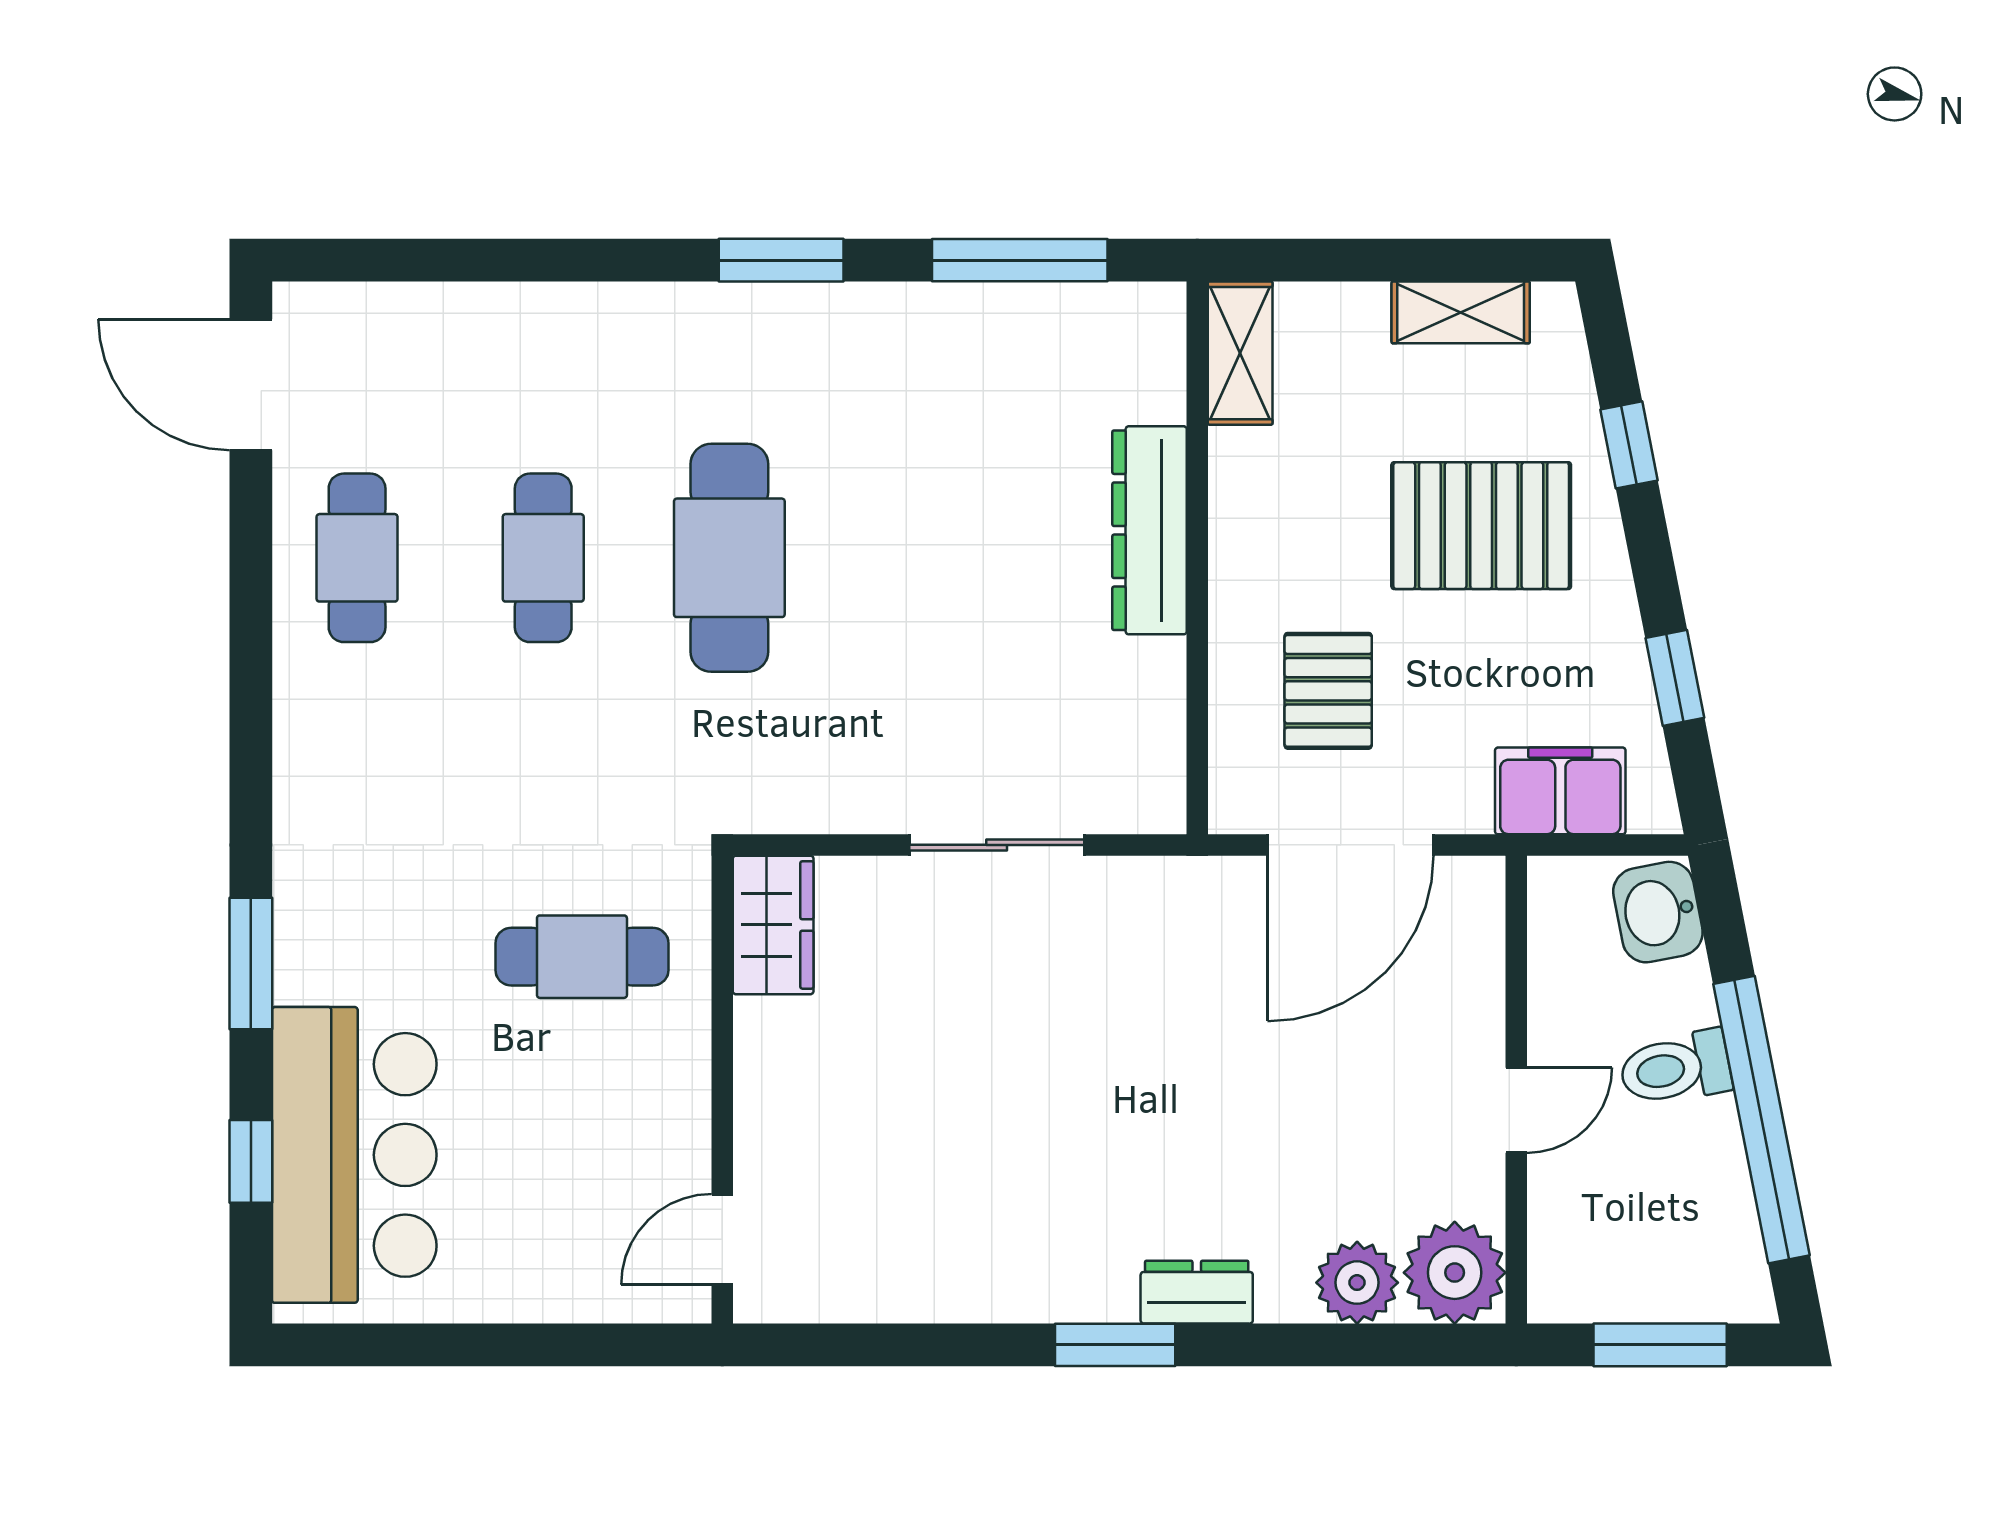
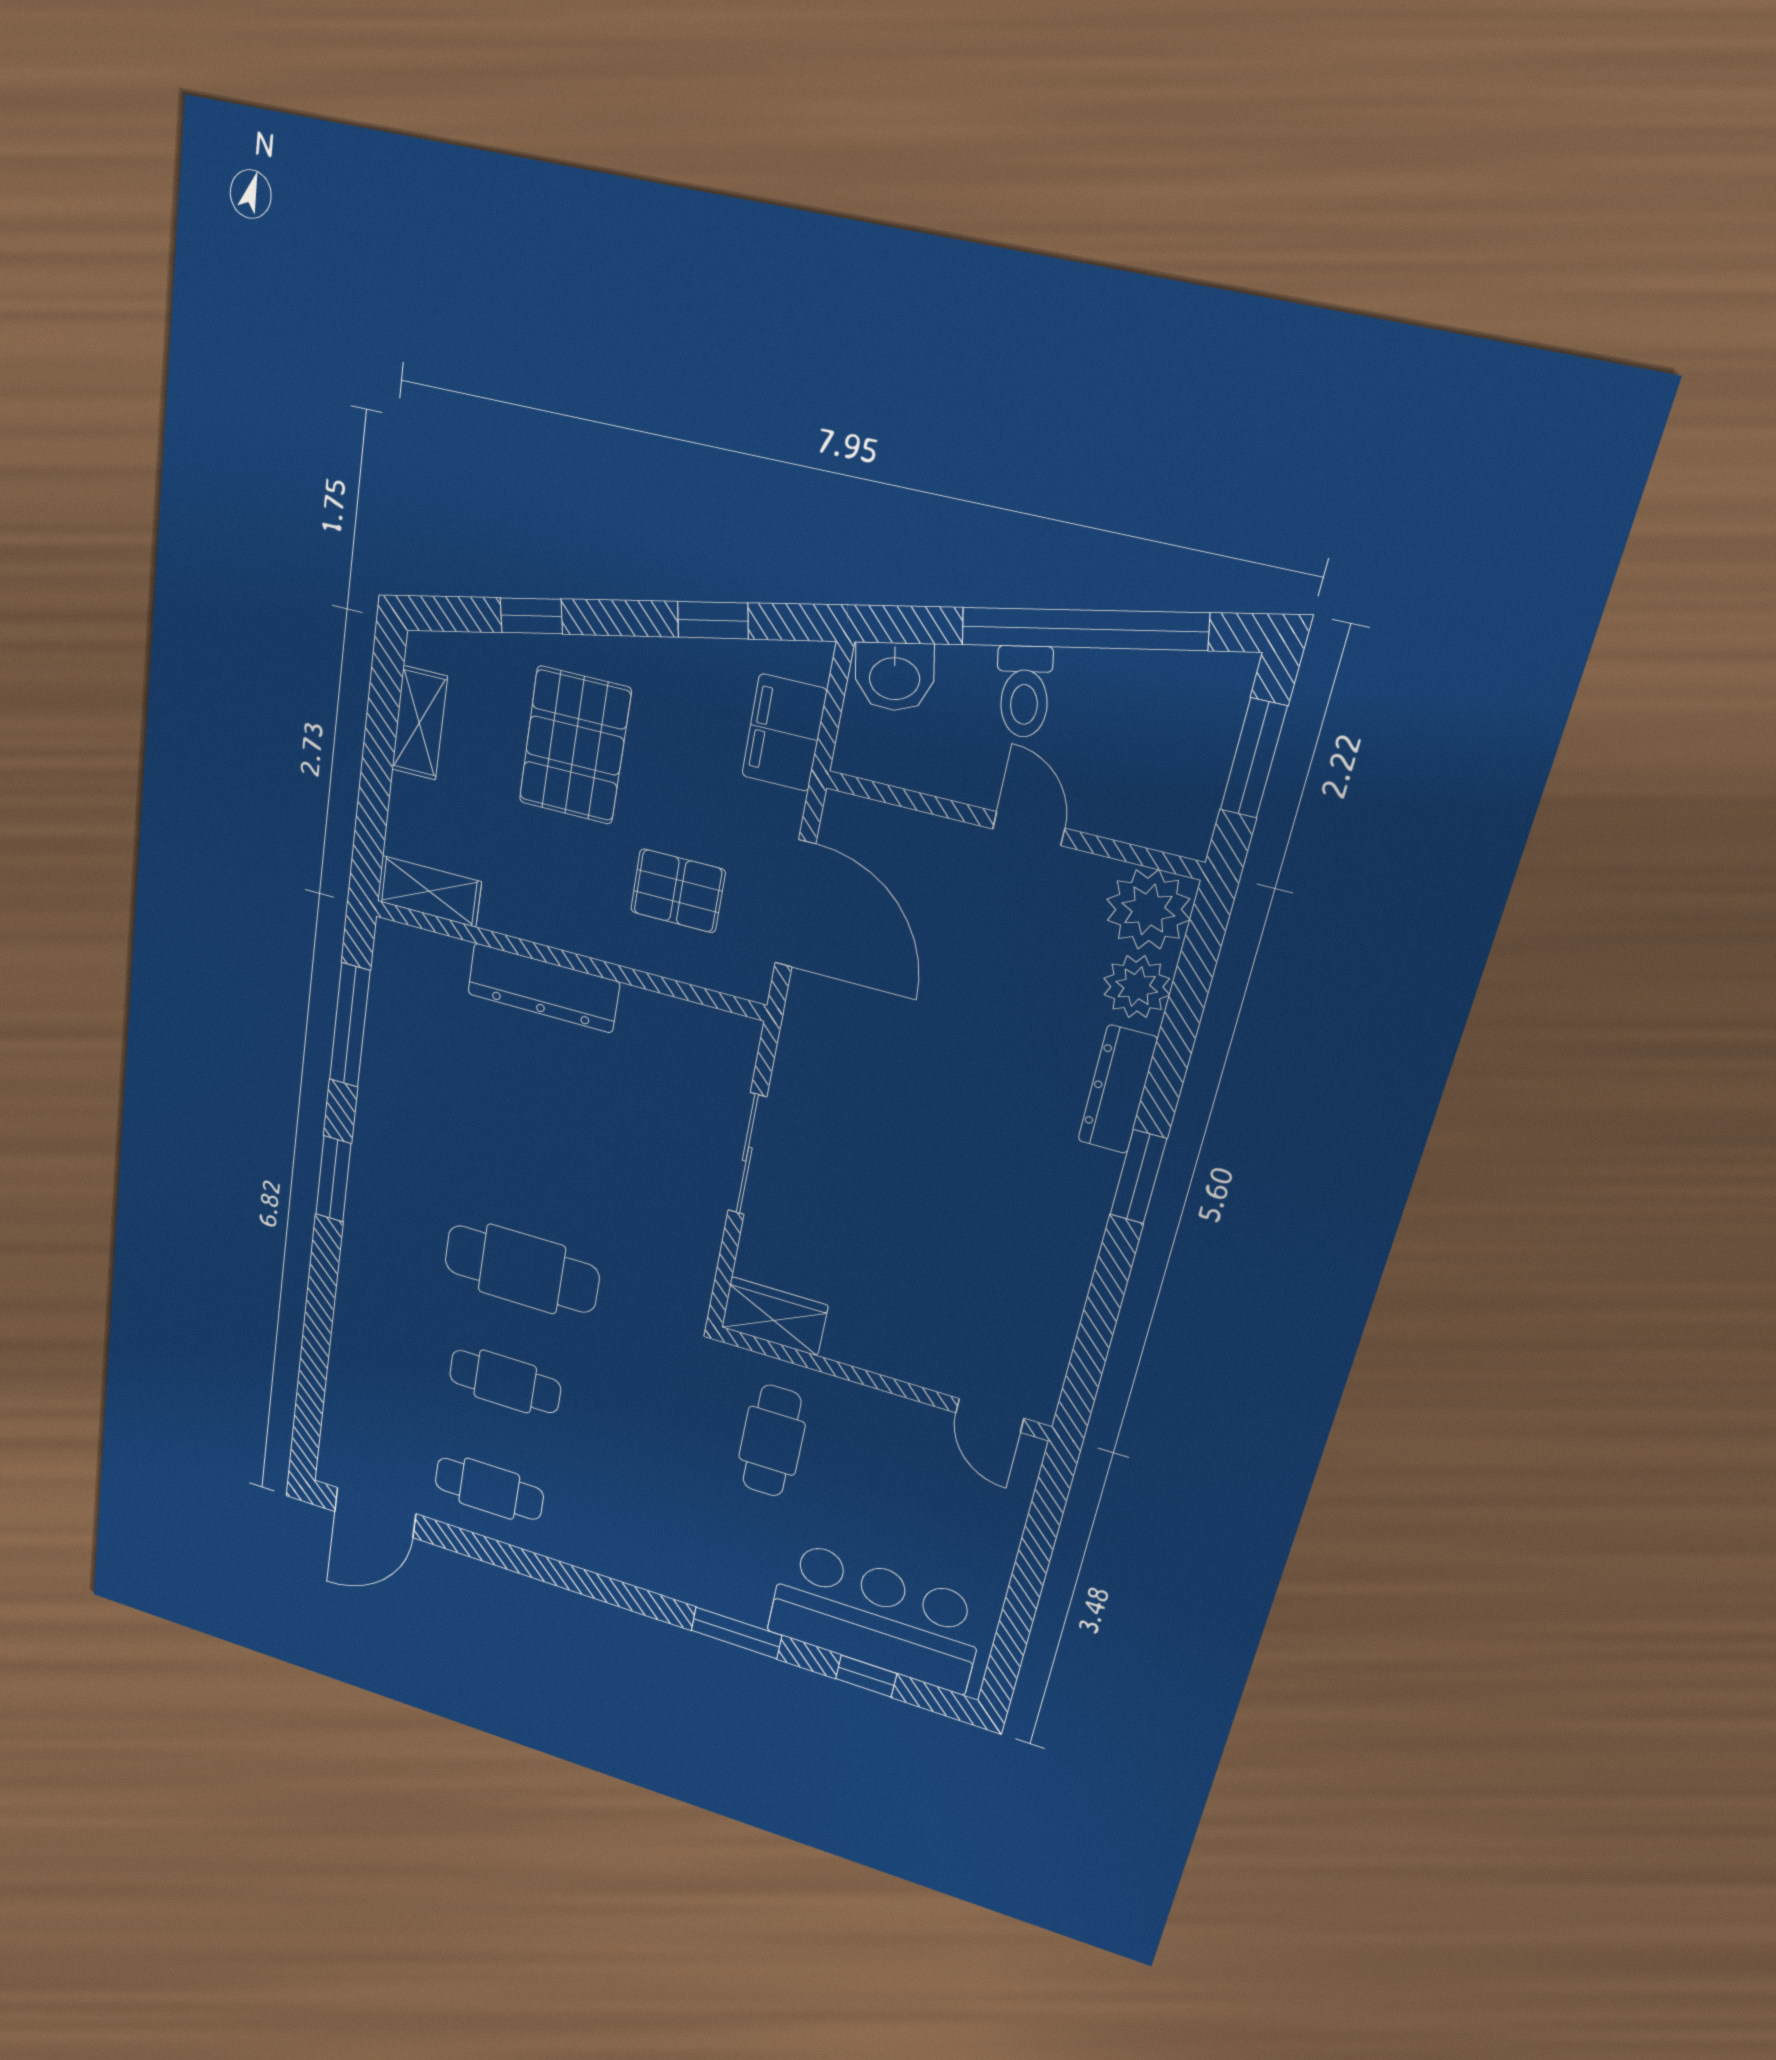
dresser: (1197, 1292) -> (1118, 1089), width x1.44

